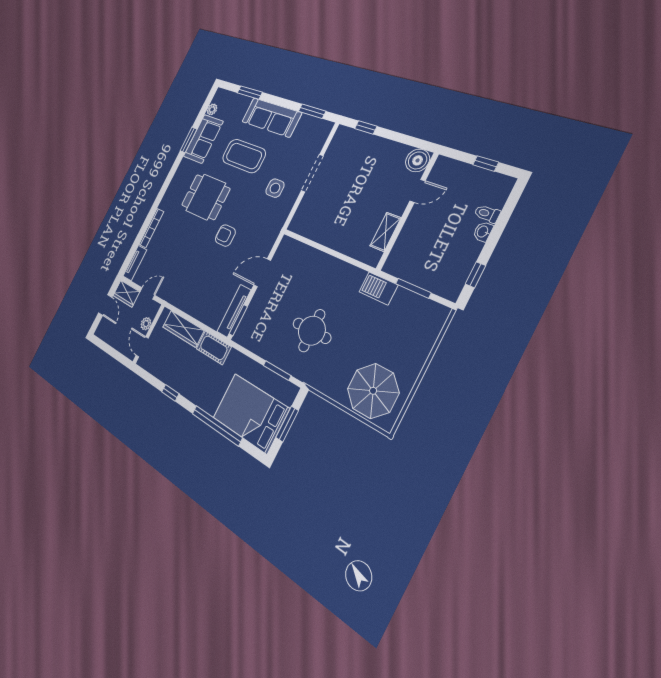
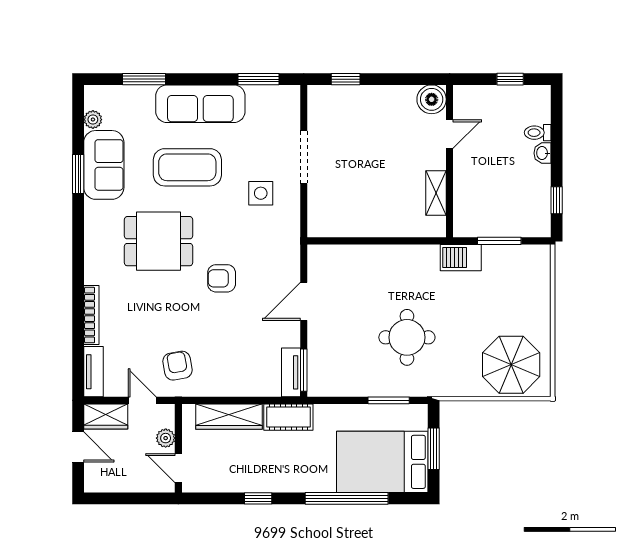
armchair: (175, 281) -> (177, 366), added
door: (147, 293) -> (142, 400), hinge flipped
tv unit: (234, 311) -> (291, 372), width x0.71

